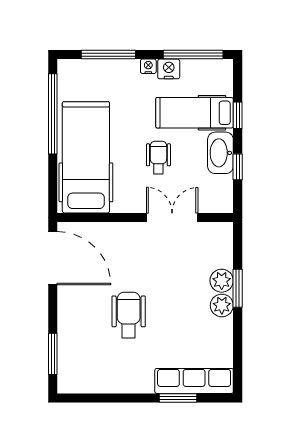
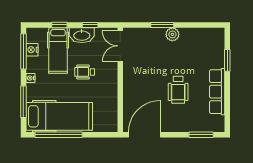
nightstand: (169, 69) -> (32, 50), moved
hospital bed: (86, 157) -> (59, 116), moved, turned 180
double door: (172, 217) -> (120, 46), moved
plant: (222, 281) -> (158, 34), removed
wheelchair: (129, 315) -> (178, 90), turned -90
row of seats: (194, 381) -> (217, 92), moved

